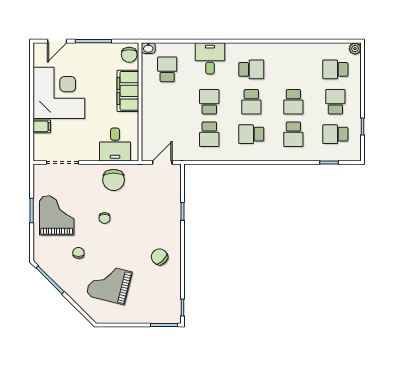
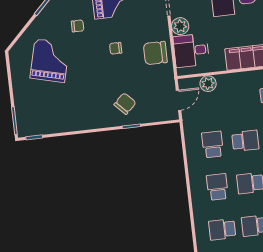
plant: (149, 132) -> (208, 84), added
school desk: (209, 134) -> (213, 144), turned 90
plant: (90, 153) -> (180, 26), added
door: (162, 163) -> (178, 100), hinge flipped
chair: (159, 257) -> (125, 104), moved

